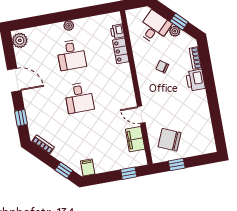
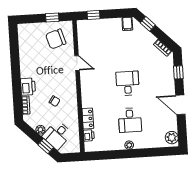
window: (179, 22) -> (46, 146), moved
desk: (71, 55) -> (130, 120), turned 180
filing cabinet: (135, 139) -> (85, 43), removed
chair: (170, 140) -> (56, 39), turned 140

